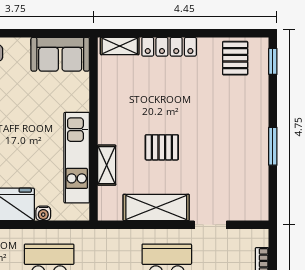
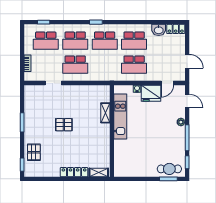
sofa: (60, 54) -> (129, 168), removed
pallet: (235, 58) -> (34, 152), moved
pallet: (162, 147) -> (64, 125), moved
shelving: (156, 207) -> (81, 92), removed

